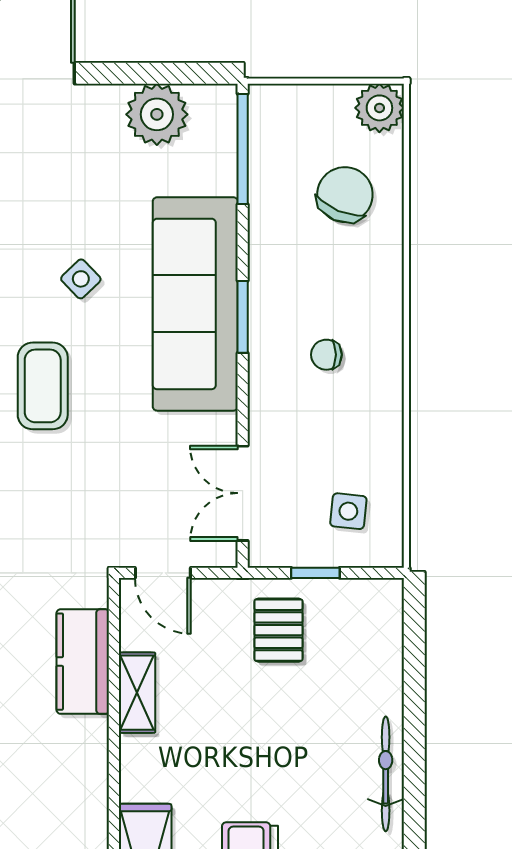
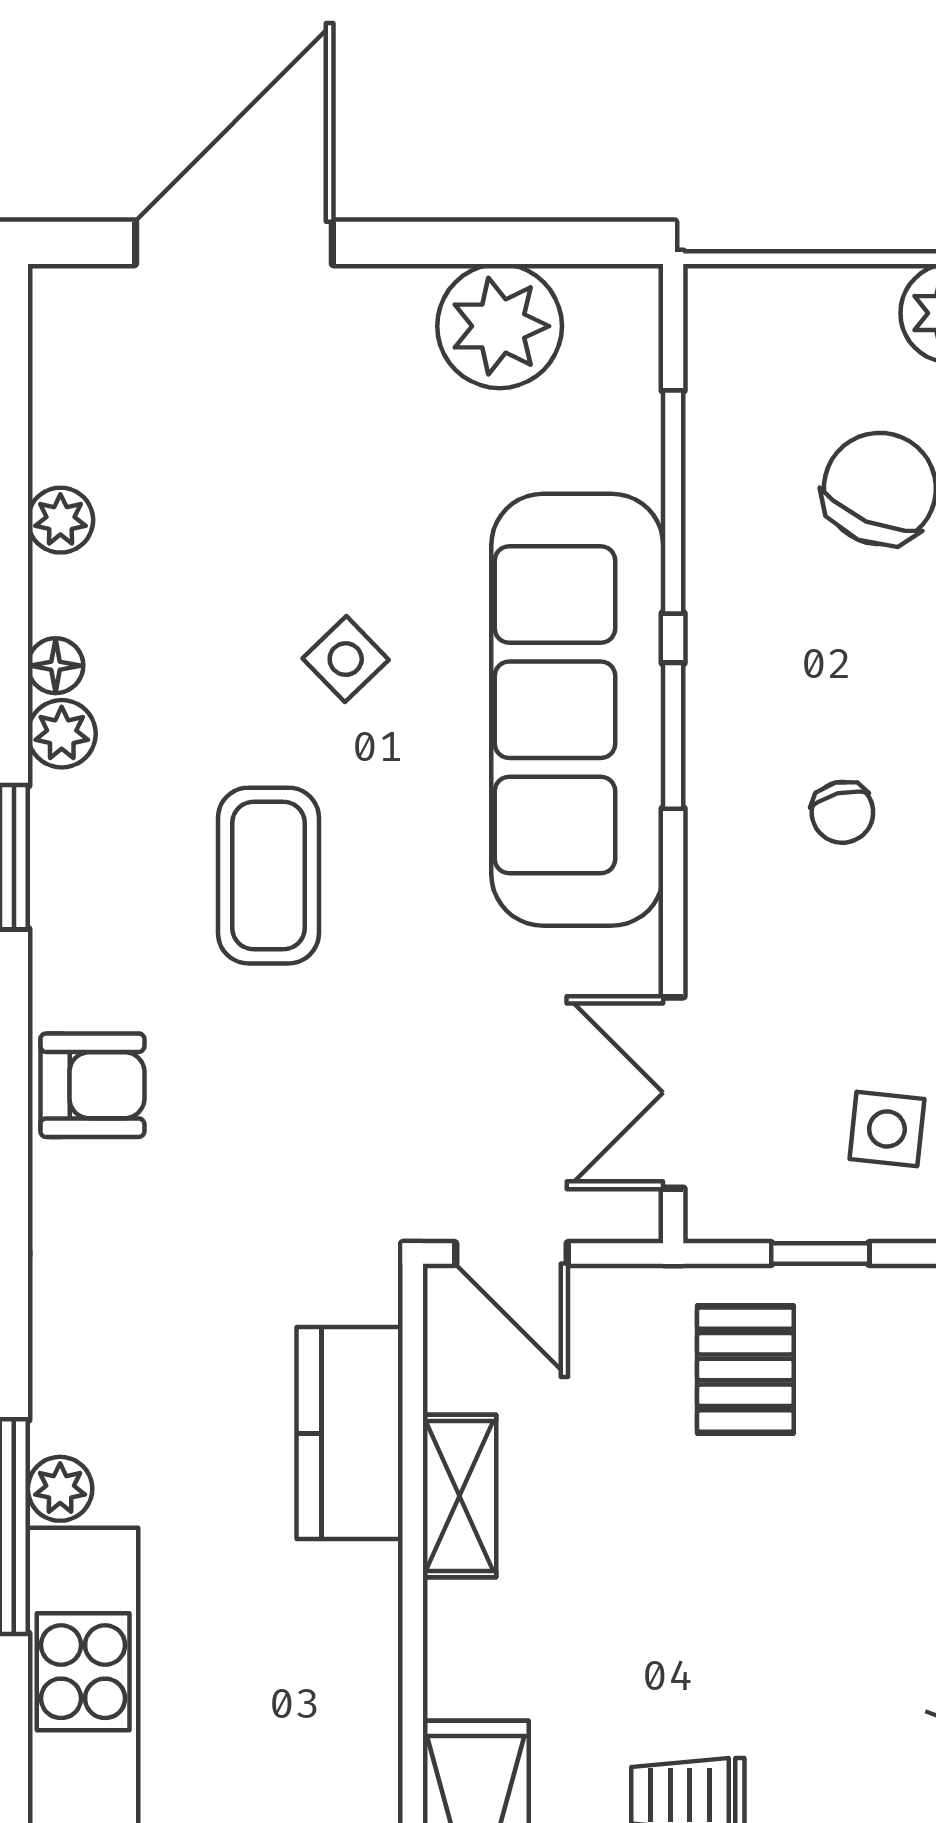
window: (243, 149) -> (673, 502), moved
chair: (326, 355) -> (842, 812), turned -104

